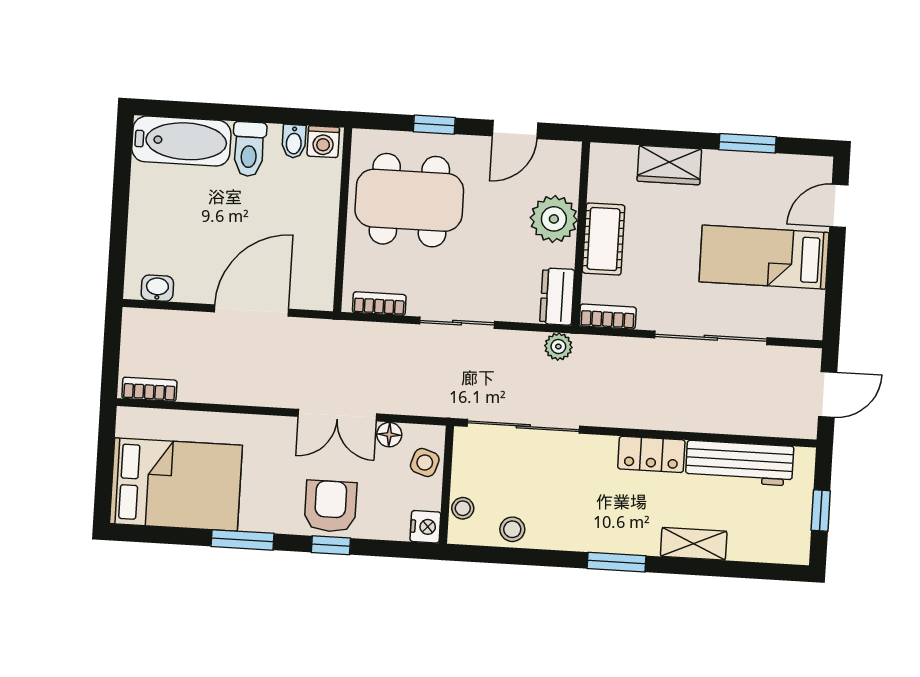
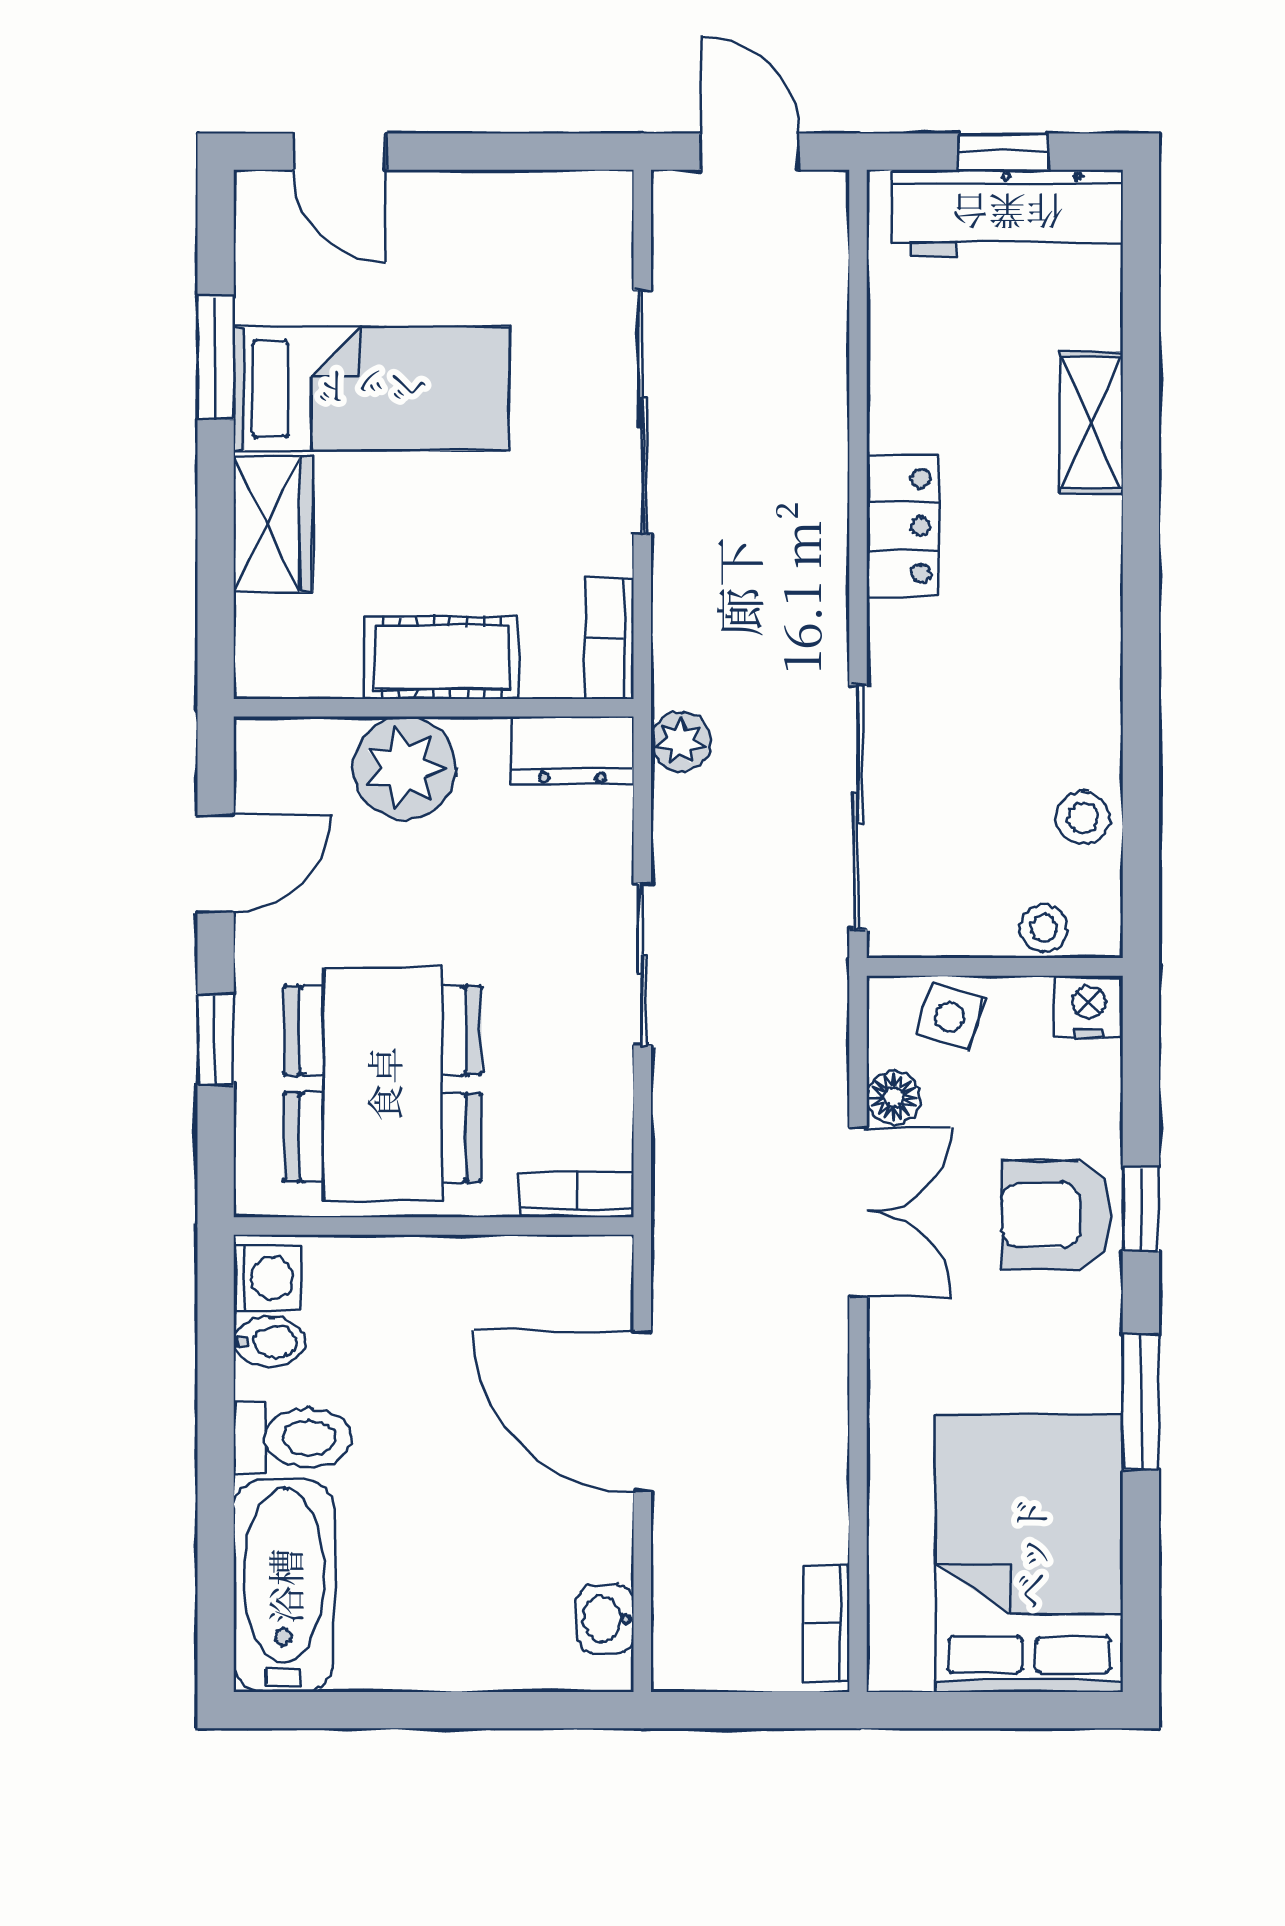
door: (515, 129) -> (216, 864), hinge flipped
bed: (764, 257) -> (371, 389), moved, turned -90
bookcase: (379, 304) -> (576, 1194), moved, turned 90
workbench: (740, 463) -> (1007, 213), moved, turned 90
window: (617, 562) -> (1141, 588), removed

